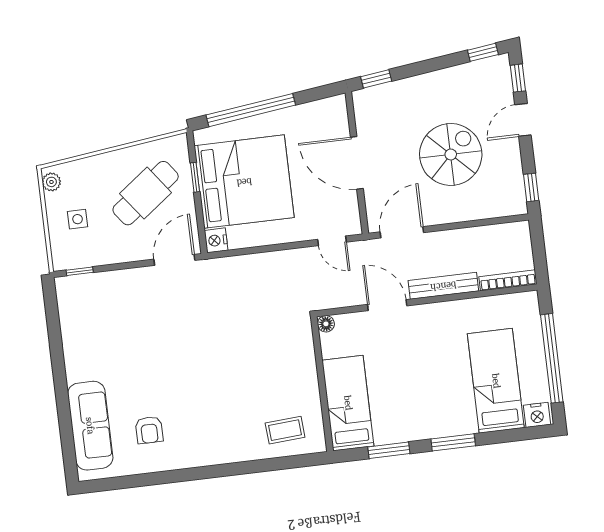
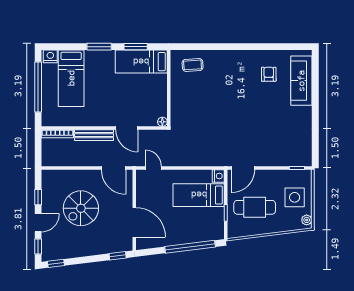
door: (357, 163) -> (134, 222), moved
bed: (244, 182) -> (199, 195), width x0.49
window: (531, 187) -> (38, 197), moved
cafe table: (146, 193) -> (255, 207), turned 37
side table: (78, 219) -> (295, 197), width x1.87, depth x1.87
door: (402, 232) -> (114, 168), hinge flipped
bed: (348, 403) -> (141, 62), moved, turned 90

